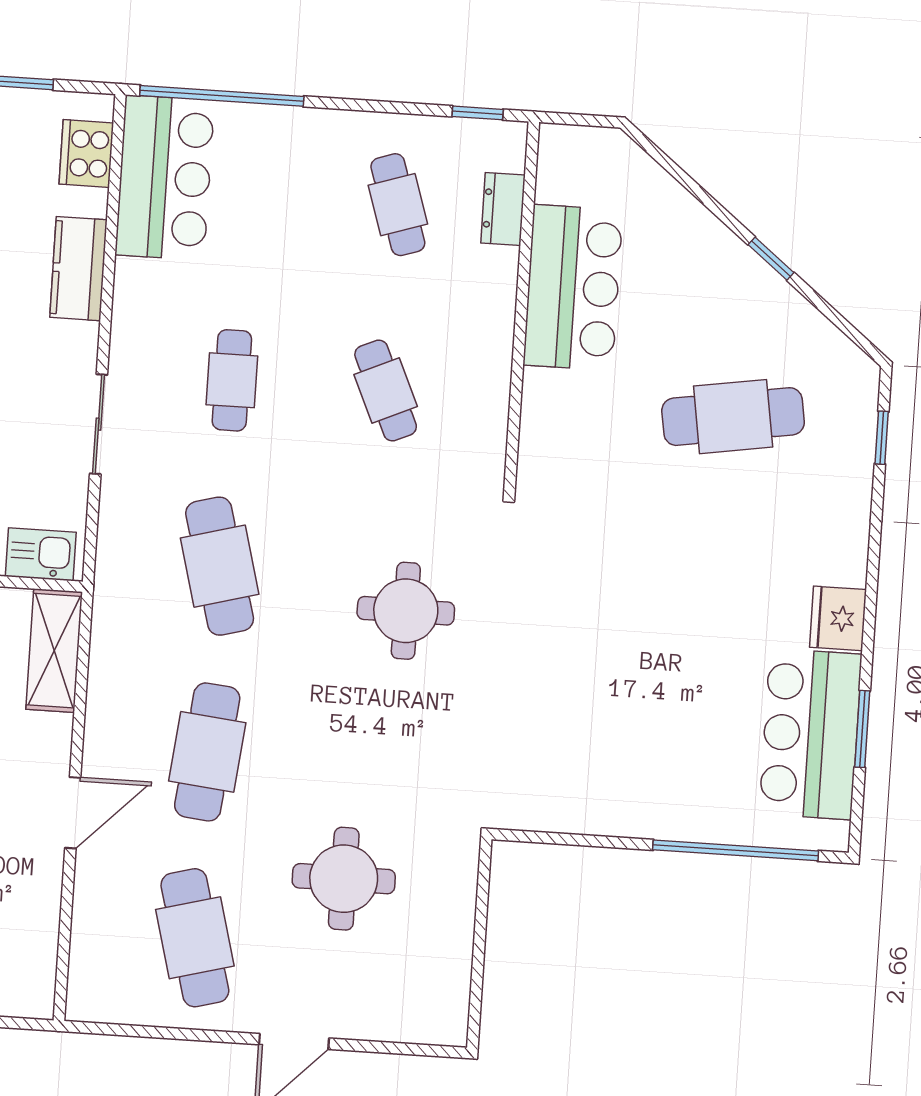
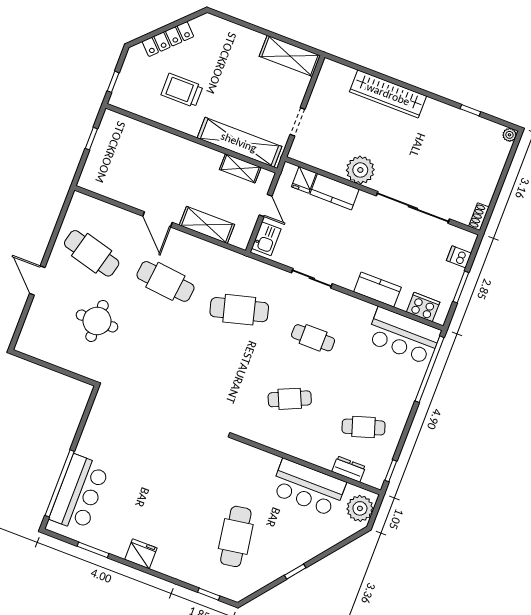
plant: (584, 156) -> (360, 508), added
round table: (406, 611) -> (198, 380), removed
shelving: (54, 651) -> (207, 225), moved
bar counter: (811, 734) -> (79, 493), moved, turned 90
cafe table: (195, 938) -> (92, 253), turned 30

